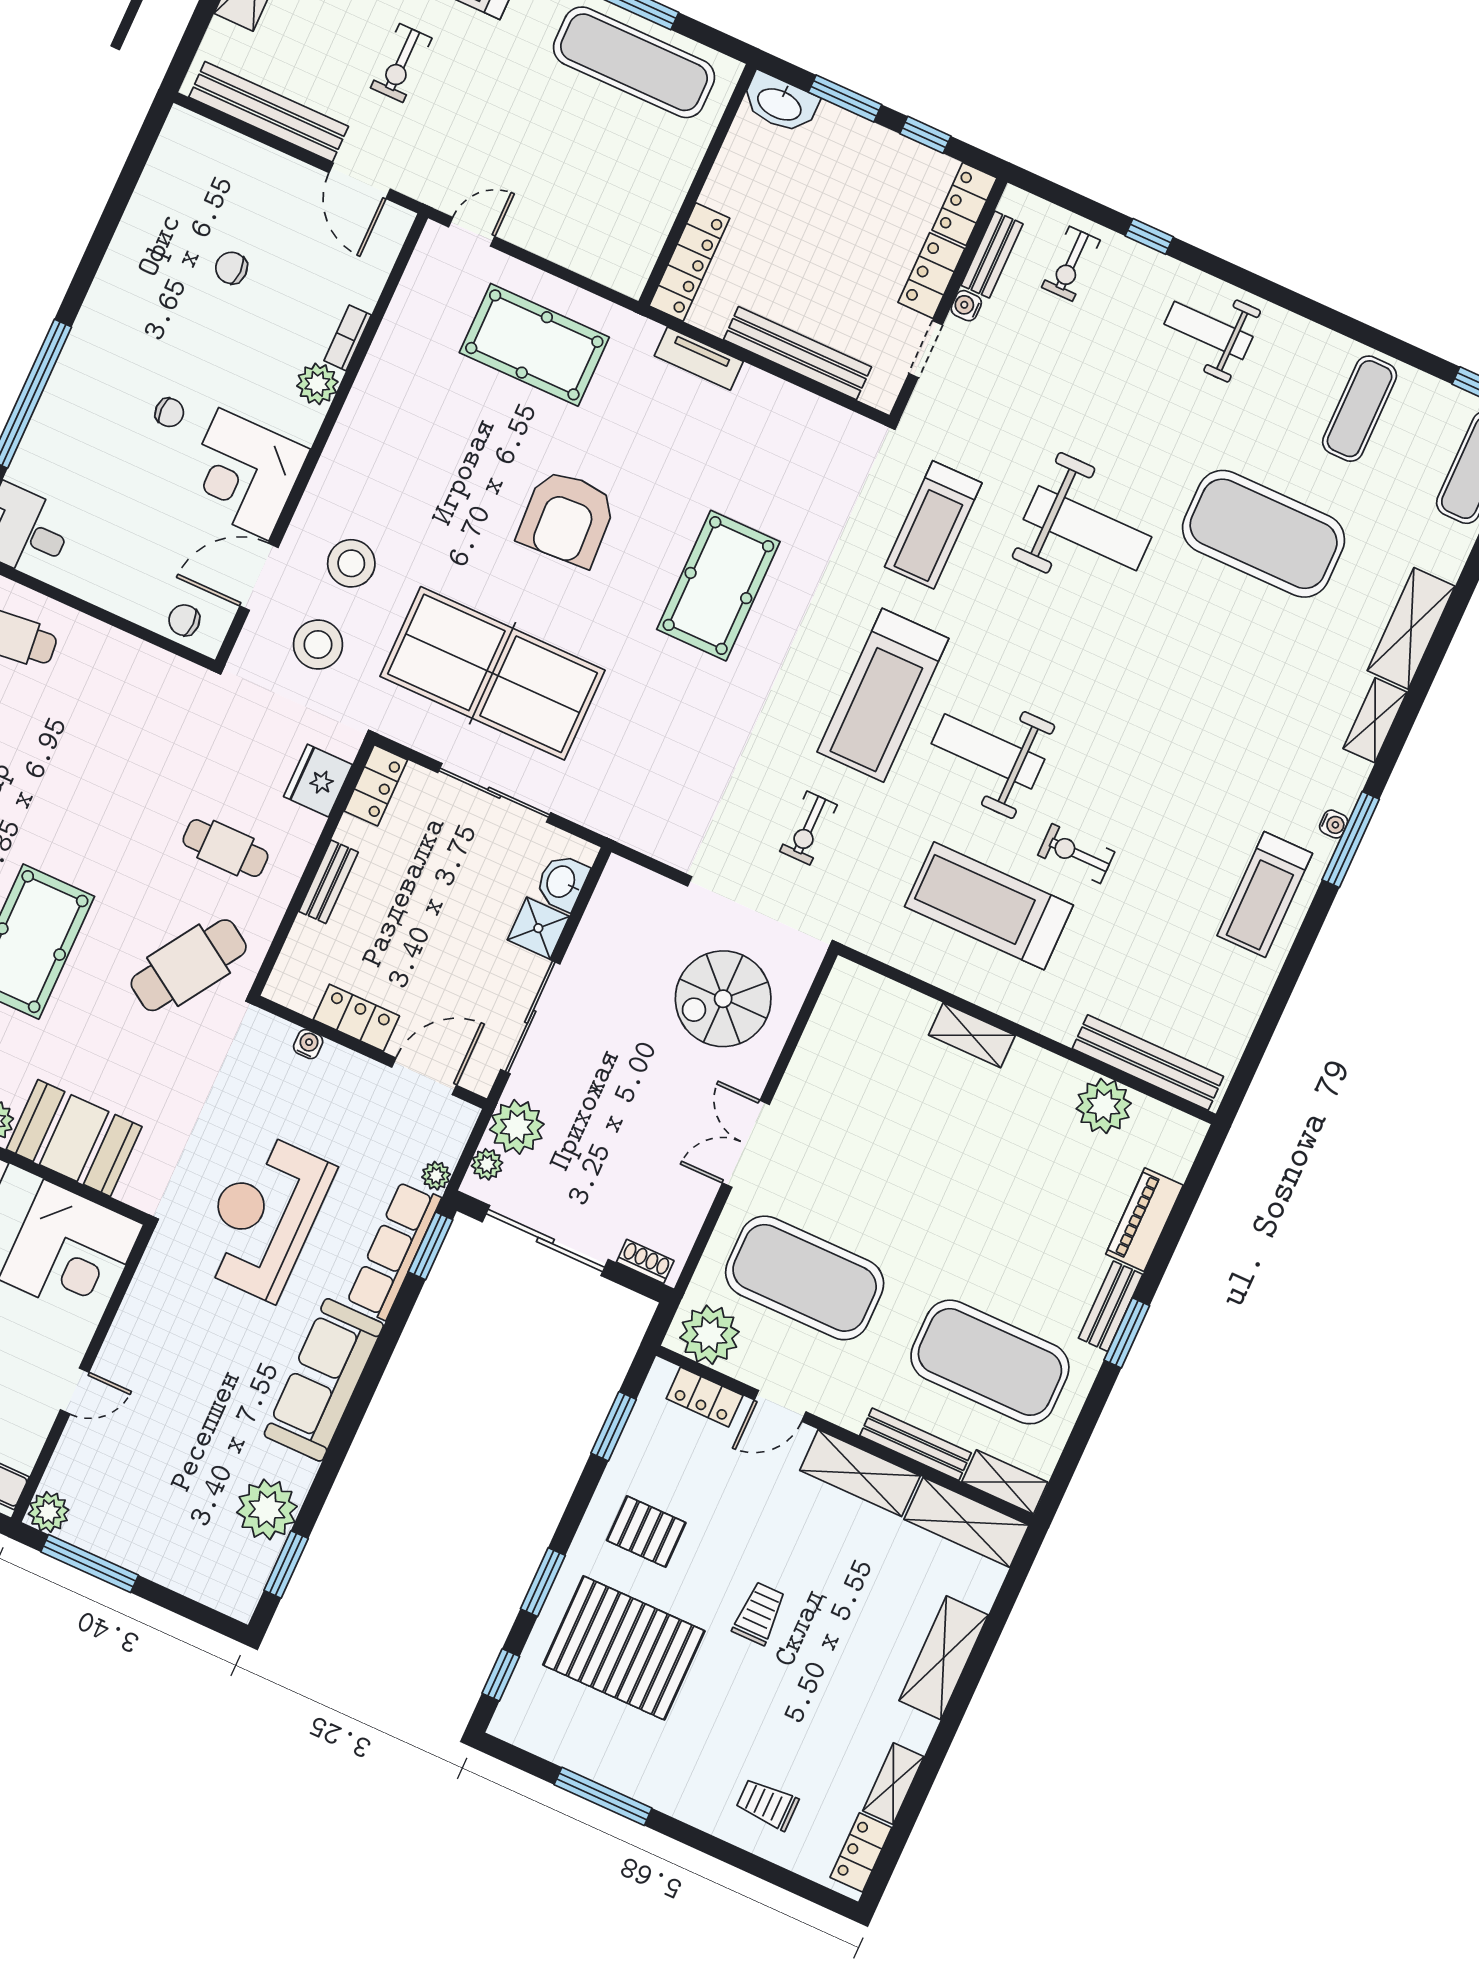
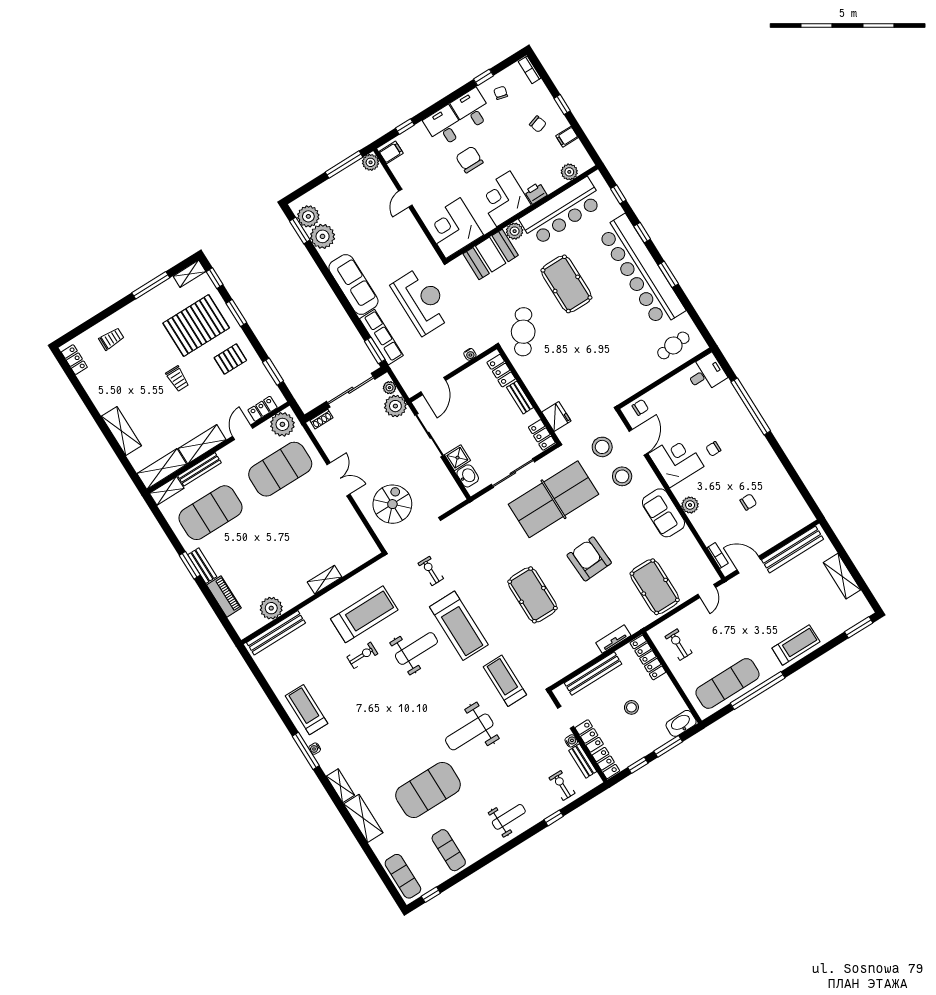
exercise bike: (401, 63) -> (678, 645), moved
stool: (815, 227) -> (631, 707), added
bookcase: (348, 338) -> (718, 556), moved
pool table: (534, 345) -> (655, 587), turned 90
sofa: (370, 428) -> (663, 513), added
treadmill: (883, 695) -> (459, 626), turned 180
cafe table: (225, 848) -> (554, 370), removed
locker: (356, 1018) -> (501, 371), moved, turned 90
plant: (436, 1176) -> (308, 216), moved, width x1.88, depth x1.88
shelving: (893, 1784) -> (189, 274), moved, turned 90

